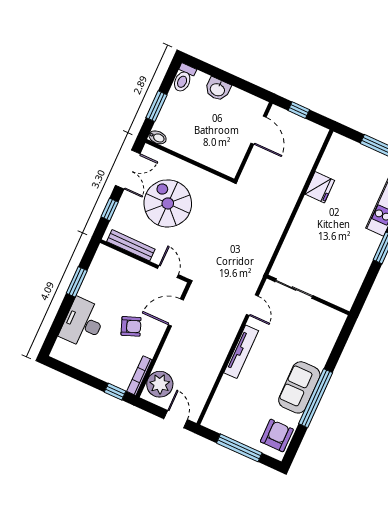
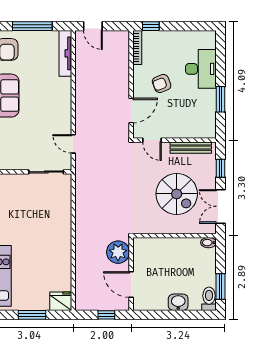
window: (156, 106) -> (221, 286), moved
fridge: (320, 187) -> (61, 301), moved, turned 90
tv unit: (241, 352) -> (65, 53), moved
plant: (160, 384) -> (118, 252), moved

